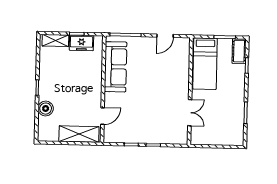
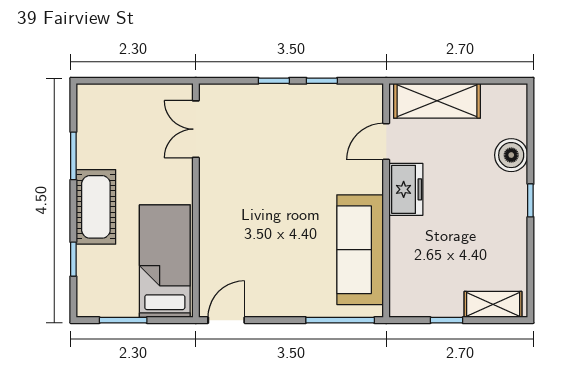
door: (165, 36) -> (226, 320), moved
freezer: (81, 43) -> (406, 189), moved, turned 90
cot: (239, 51) -> (96, 207), moved, width x1.37, depth x1.34
double door: (190, 113) -> (196, 129), moved

